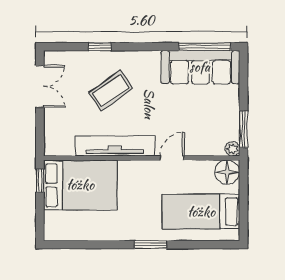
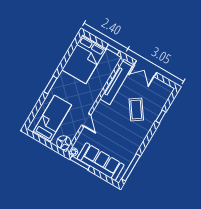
sofa: (200, 67) -> (101, 162), moved, turned 90
double door: (40, 86) -> (145, 69), moved
tv unit: (115, 146) -> (116, 83), moved
bed: (80, 185) -> (84, 59), moved

